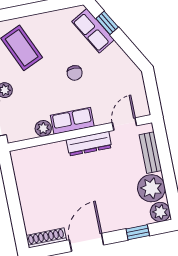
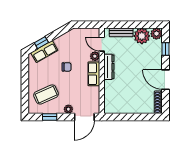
plant: (43, 128) -> (95, 56), moved

